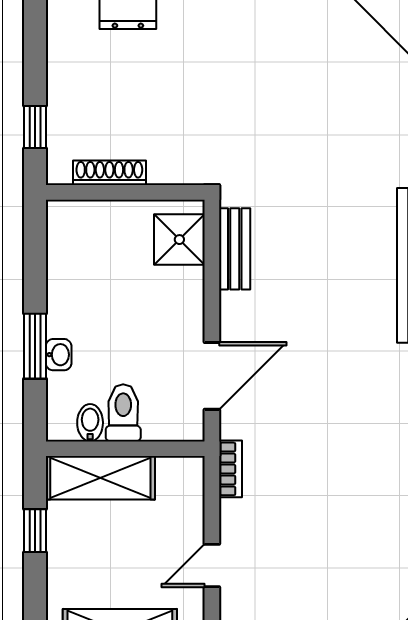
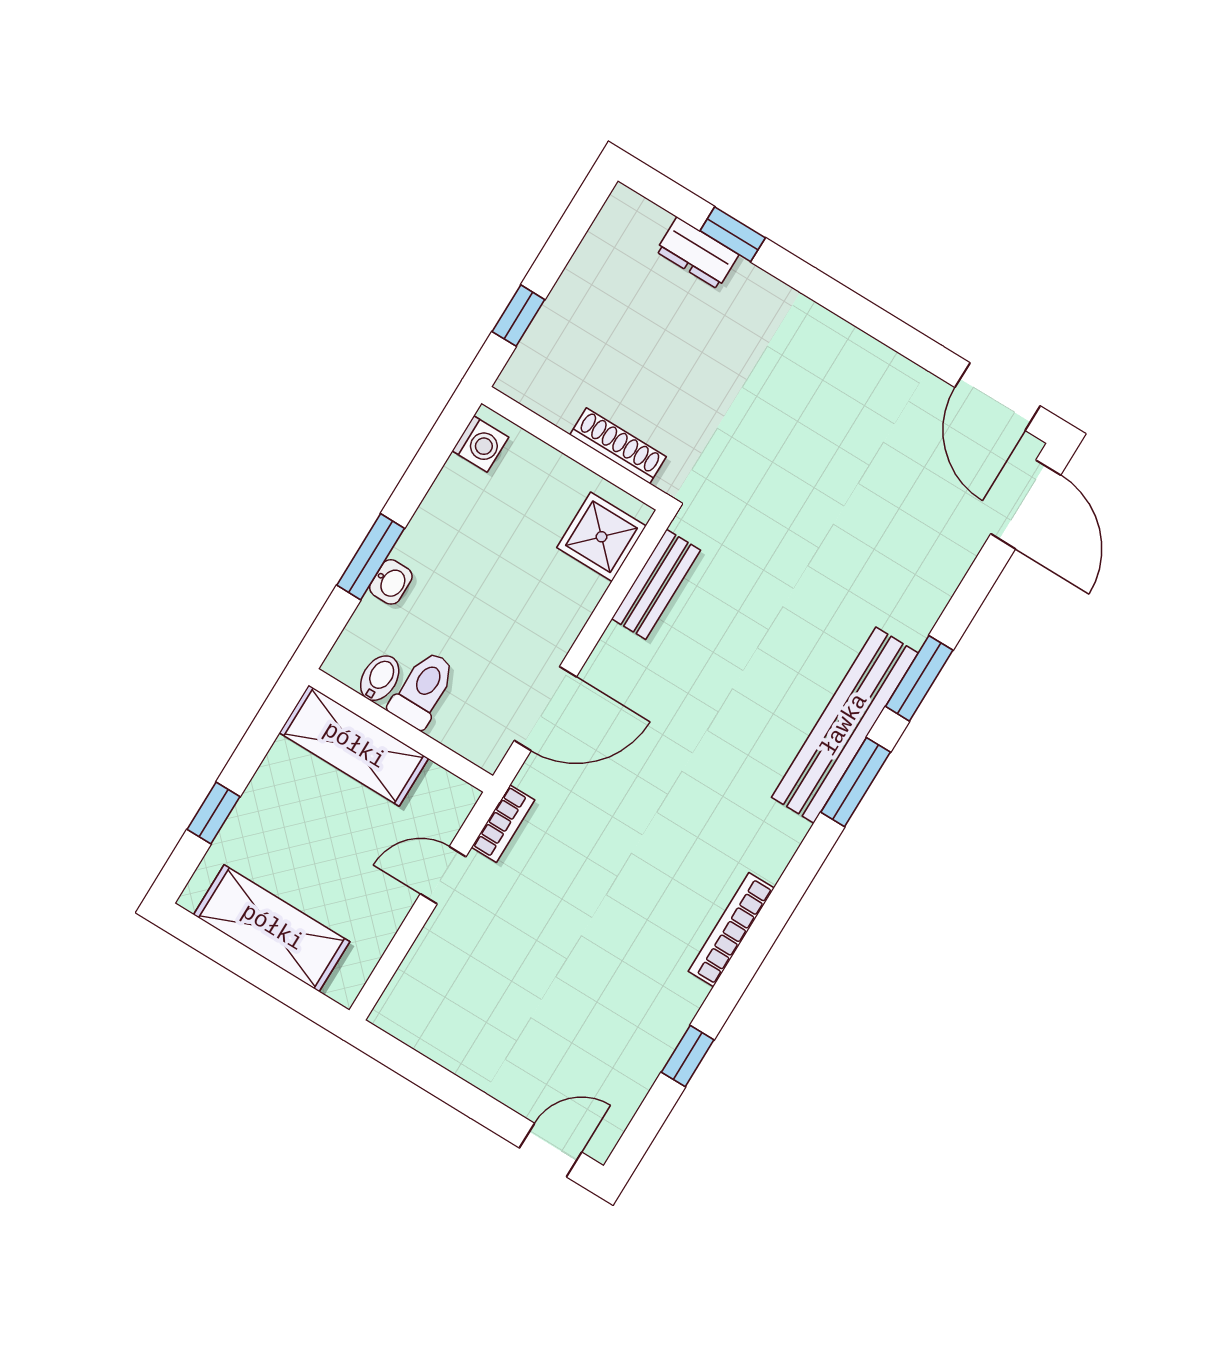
shoe rack: (109, 173) -> (618, 446), moved
washing machine: (62, 227) -> (480, 444), added
window: (35, 531) -> (214, 813), moved
door: (212, 566) -> (443, 875), moved

